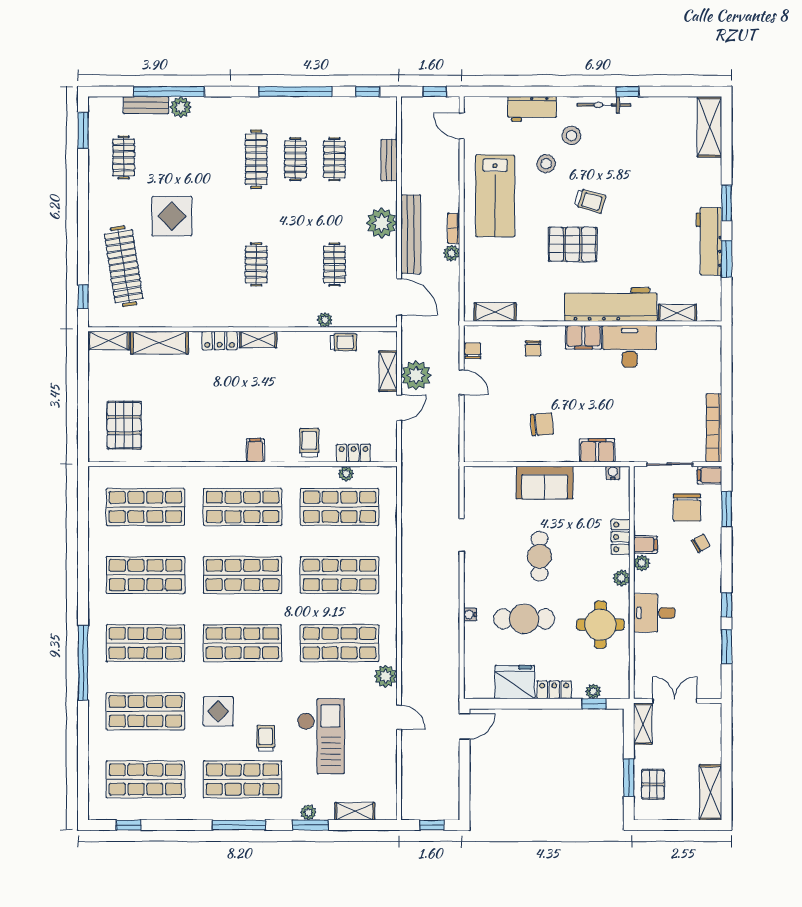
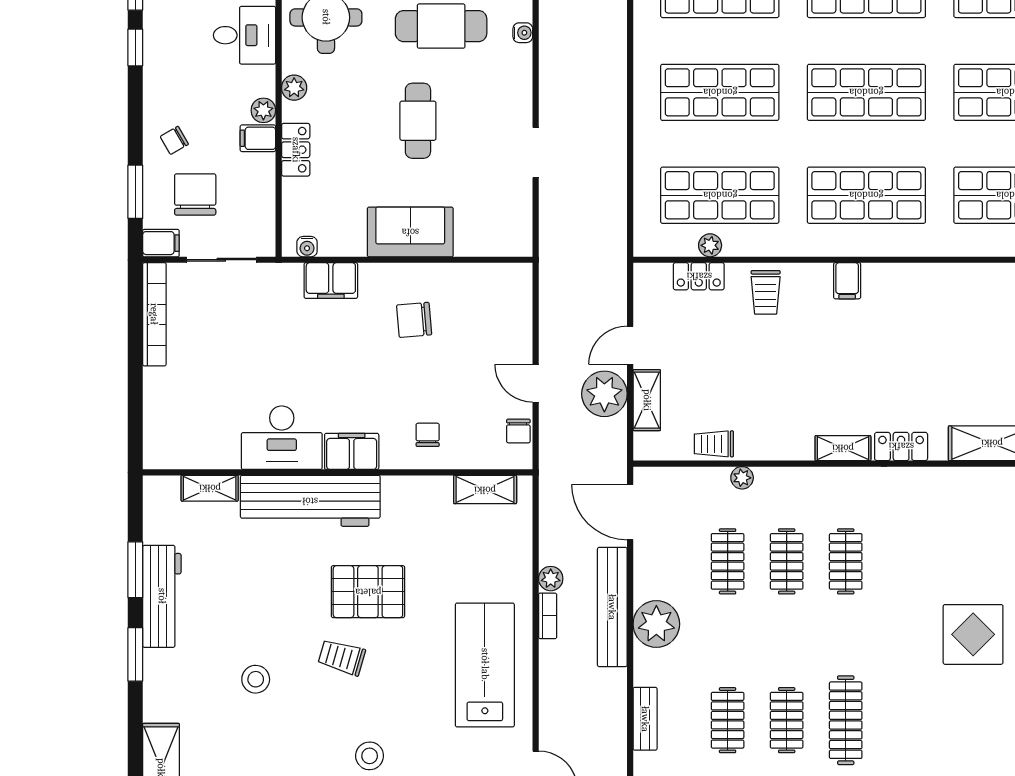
stool: (546, 164) -> (256, 679), moved
clothes rail: (295, 264) -> (787, 561), added

